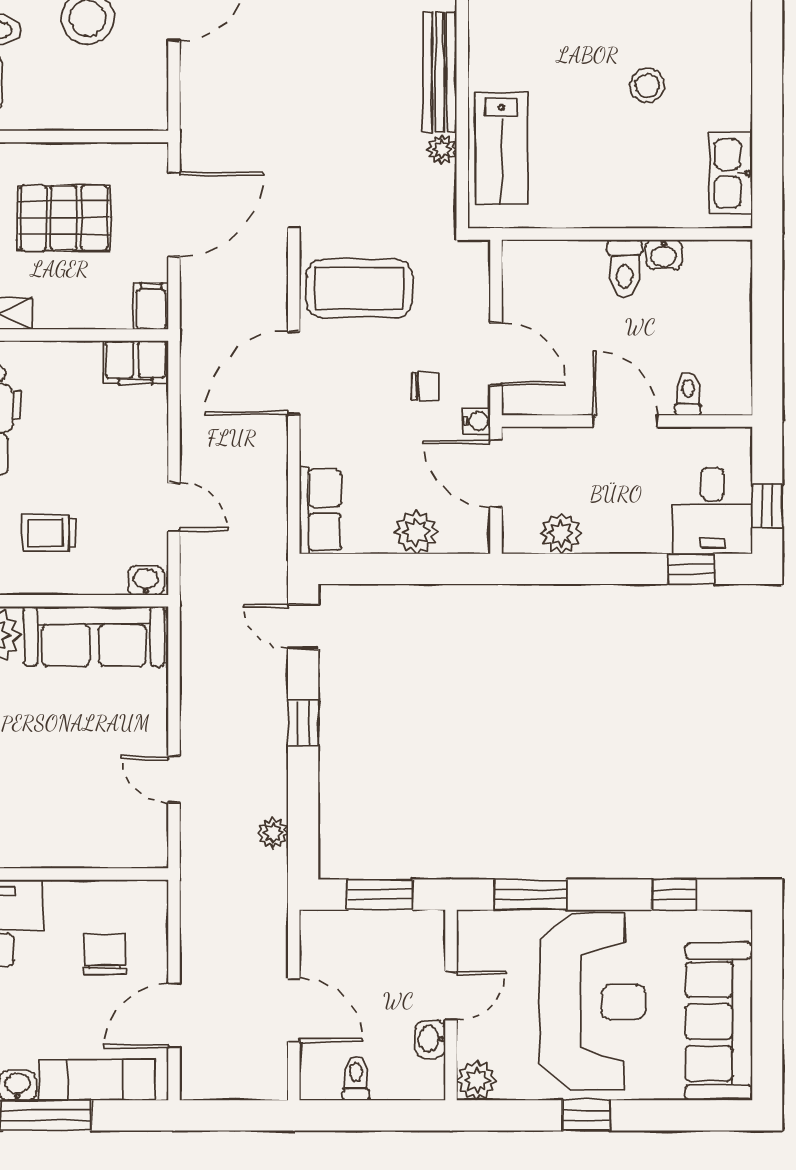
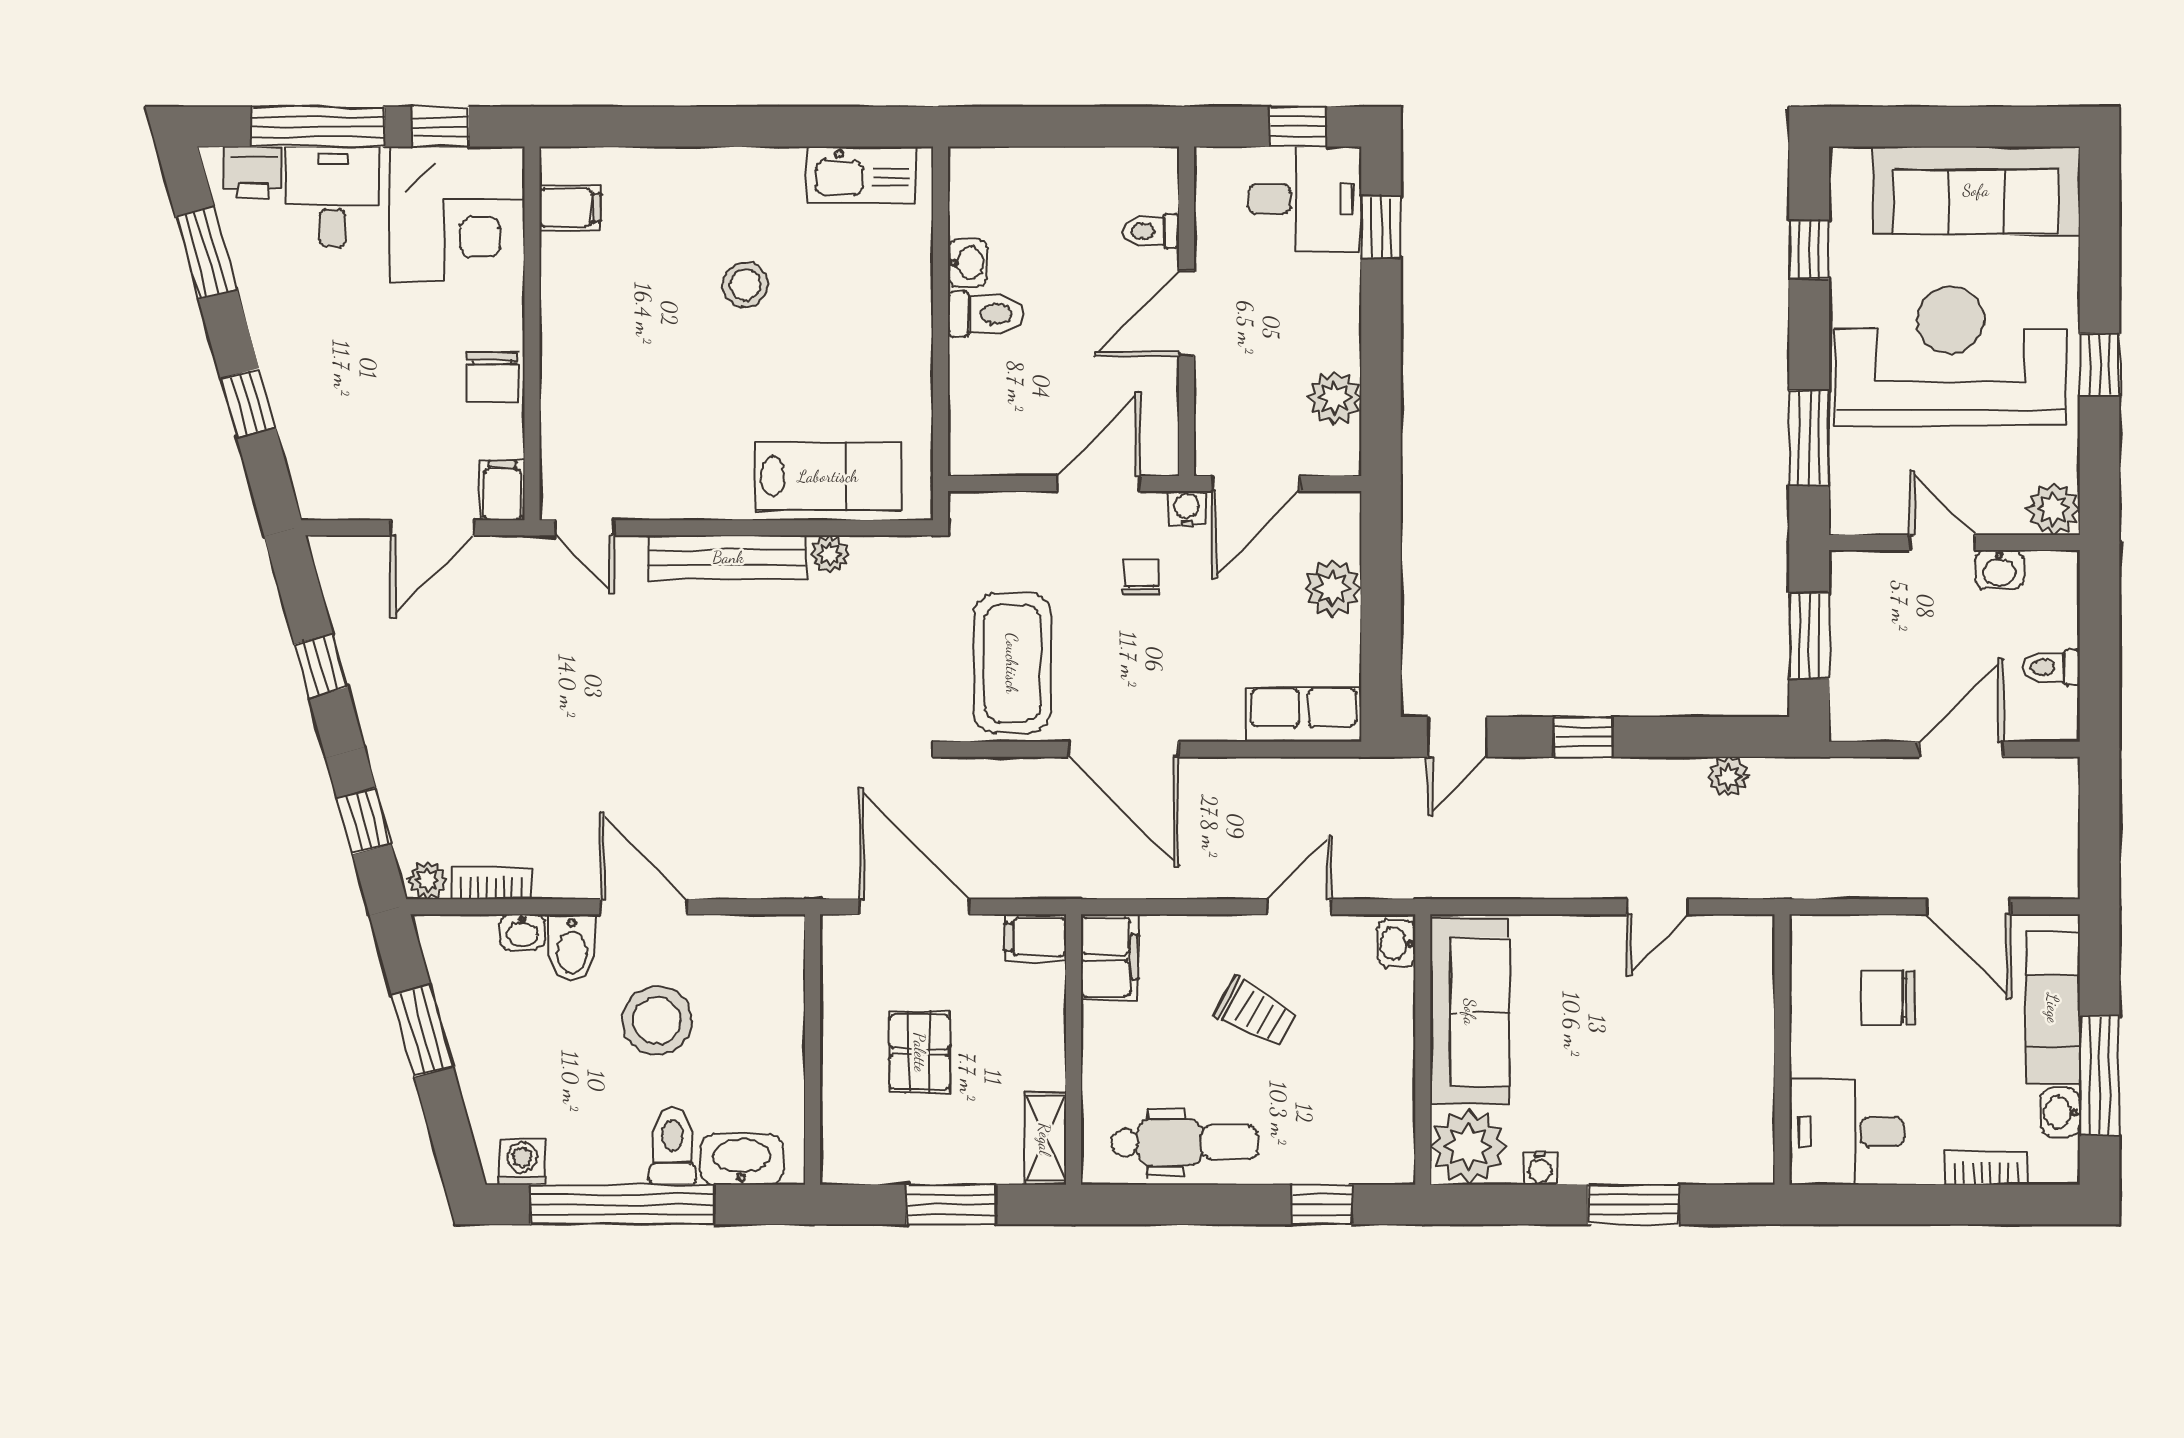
pallet: (64, 218) -> (920, 1052), width x0.67, depth x0.71
trolley: (49, 533) -> (1256, 1012), moved, turned -61

